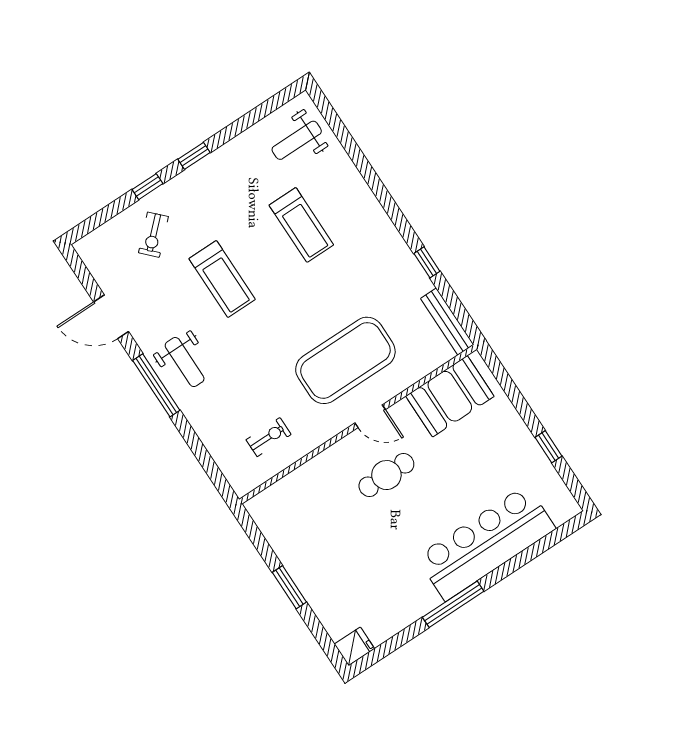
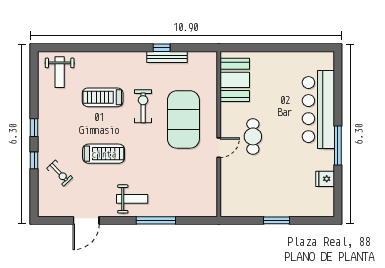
treadmill: (301, 225) -> (103, 97), turned 180
bench: (447, 322) -> (167, 57), moved
window: (156, 385) -> (156, 220), moved
door: (370, 416) -> (219, 148), moved
exercise bike: (269, 437) -> (143, 106), moved, width x1.38, depth x1.39
window: (548, 447) -> (291, 48), removed
fridge: (354, 646) -> (325, 179), moved, turned -90

